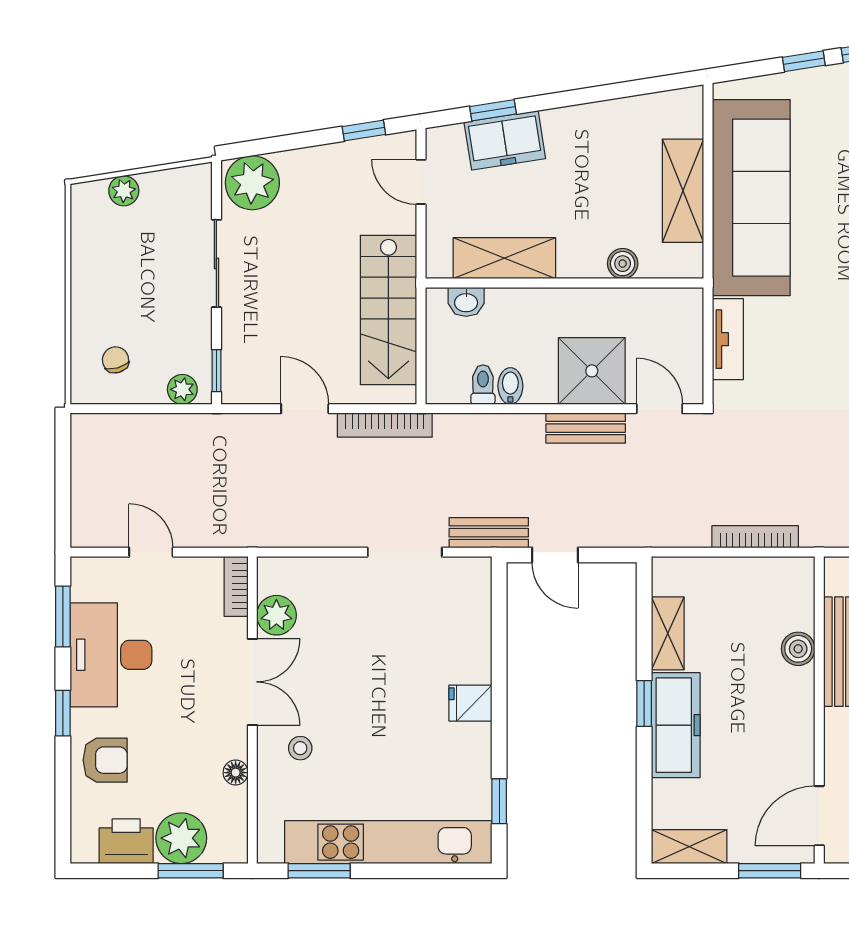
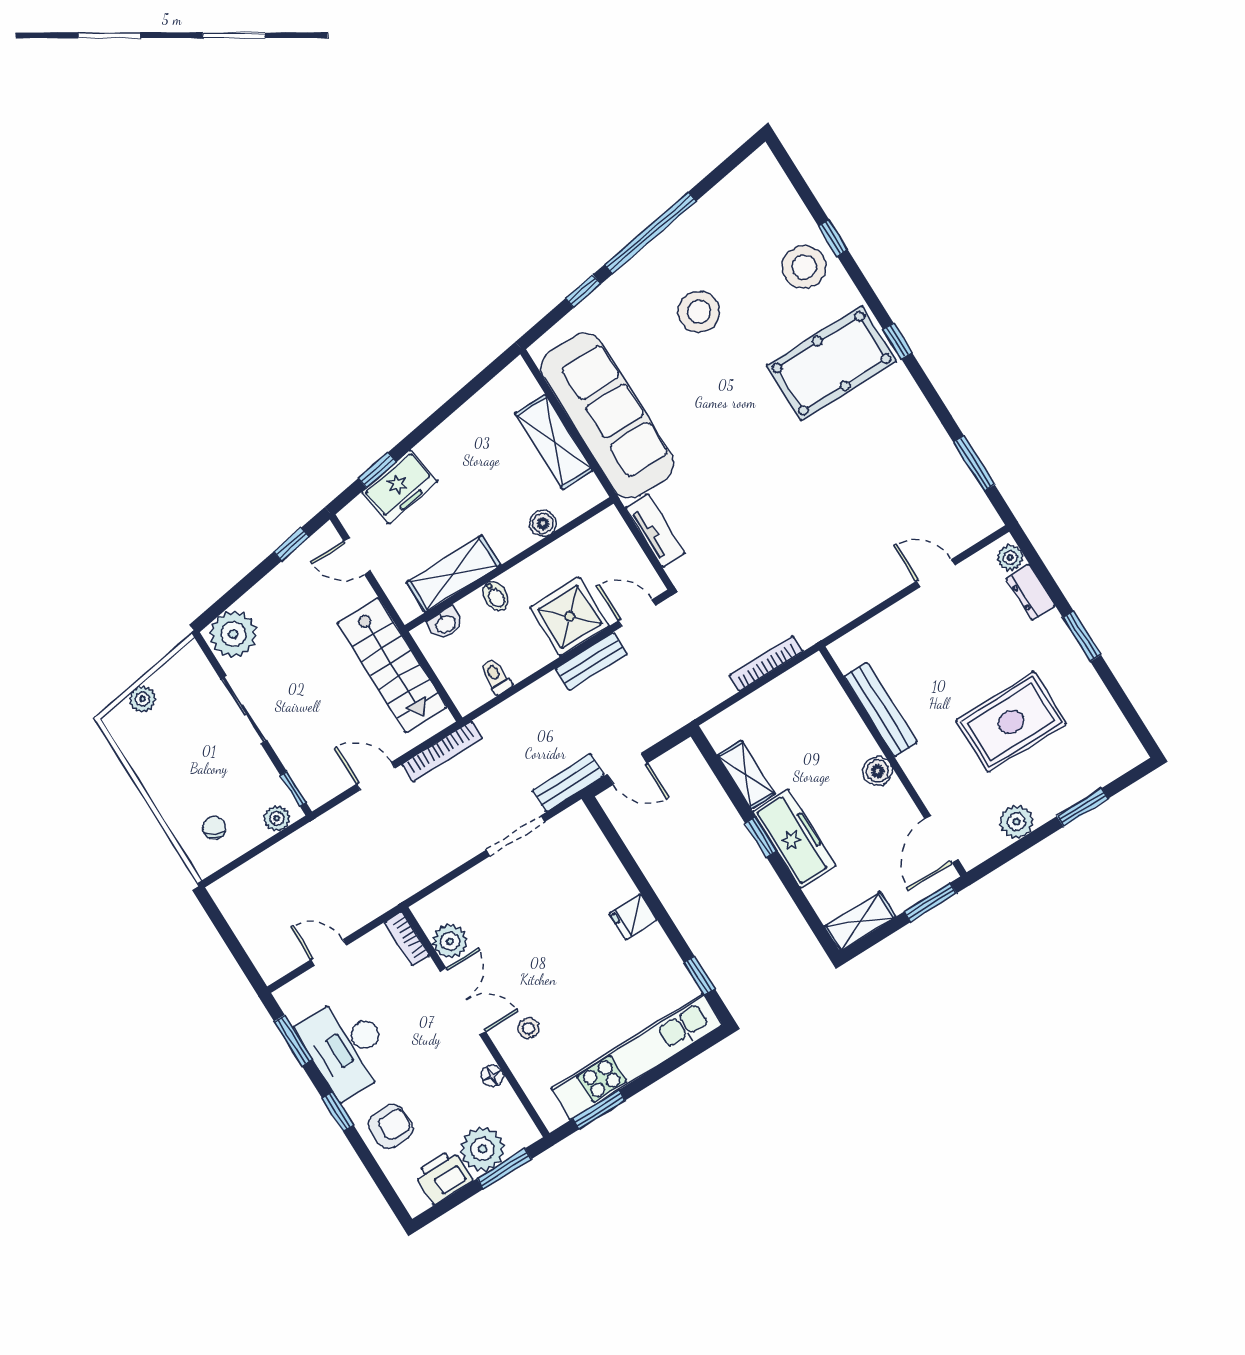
chair: (116, 360) -> (214, 827), turned 40
bidet: (510, 386) -> (495, 596), moved, turned 180
boiler: (798, 649) -> (877, 771), moved

